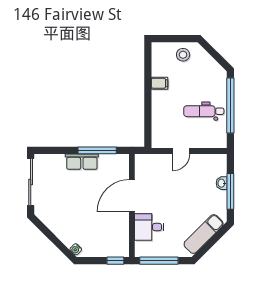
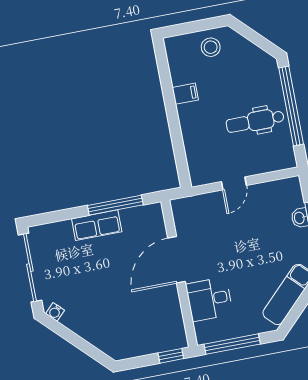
water cooler: (76, 249) -> (55, 312), moved

